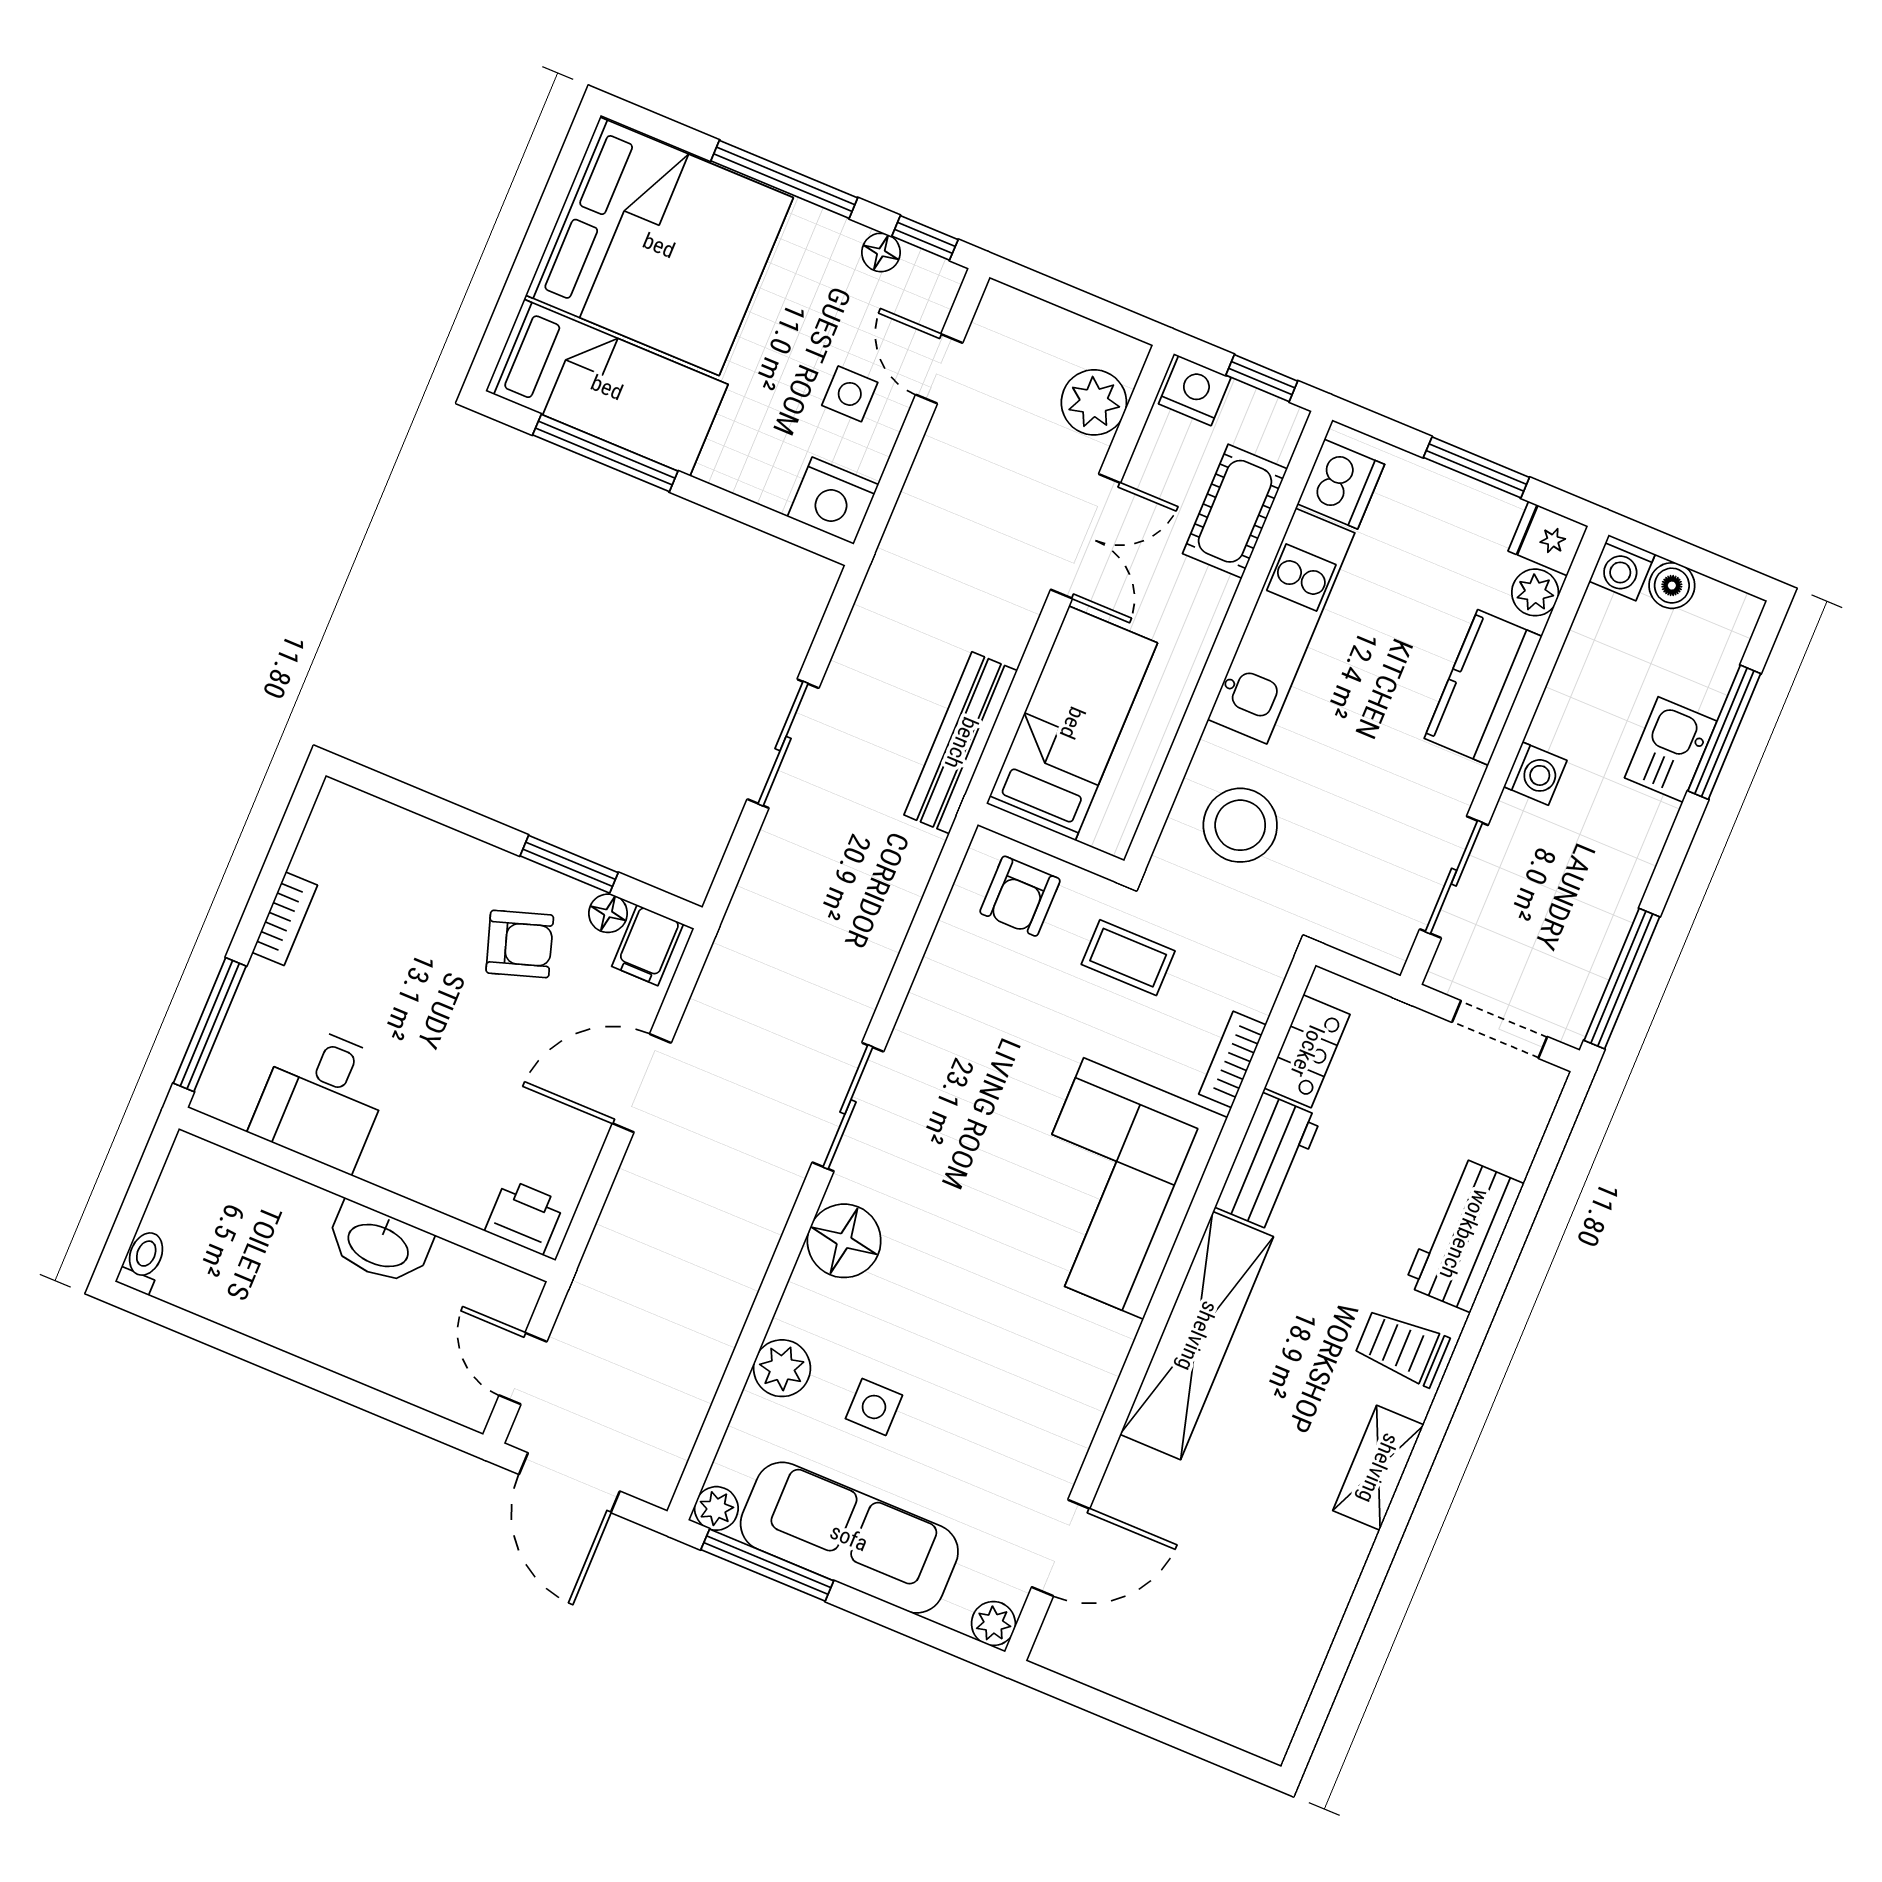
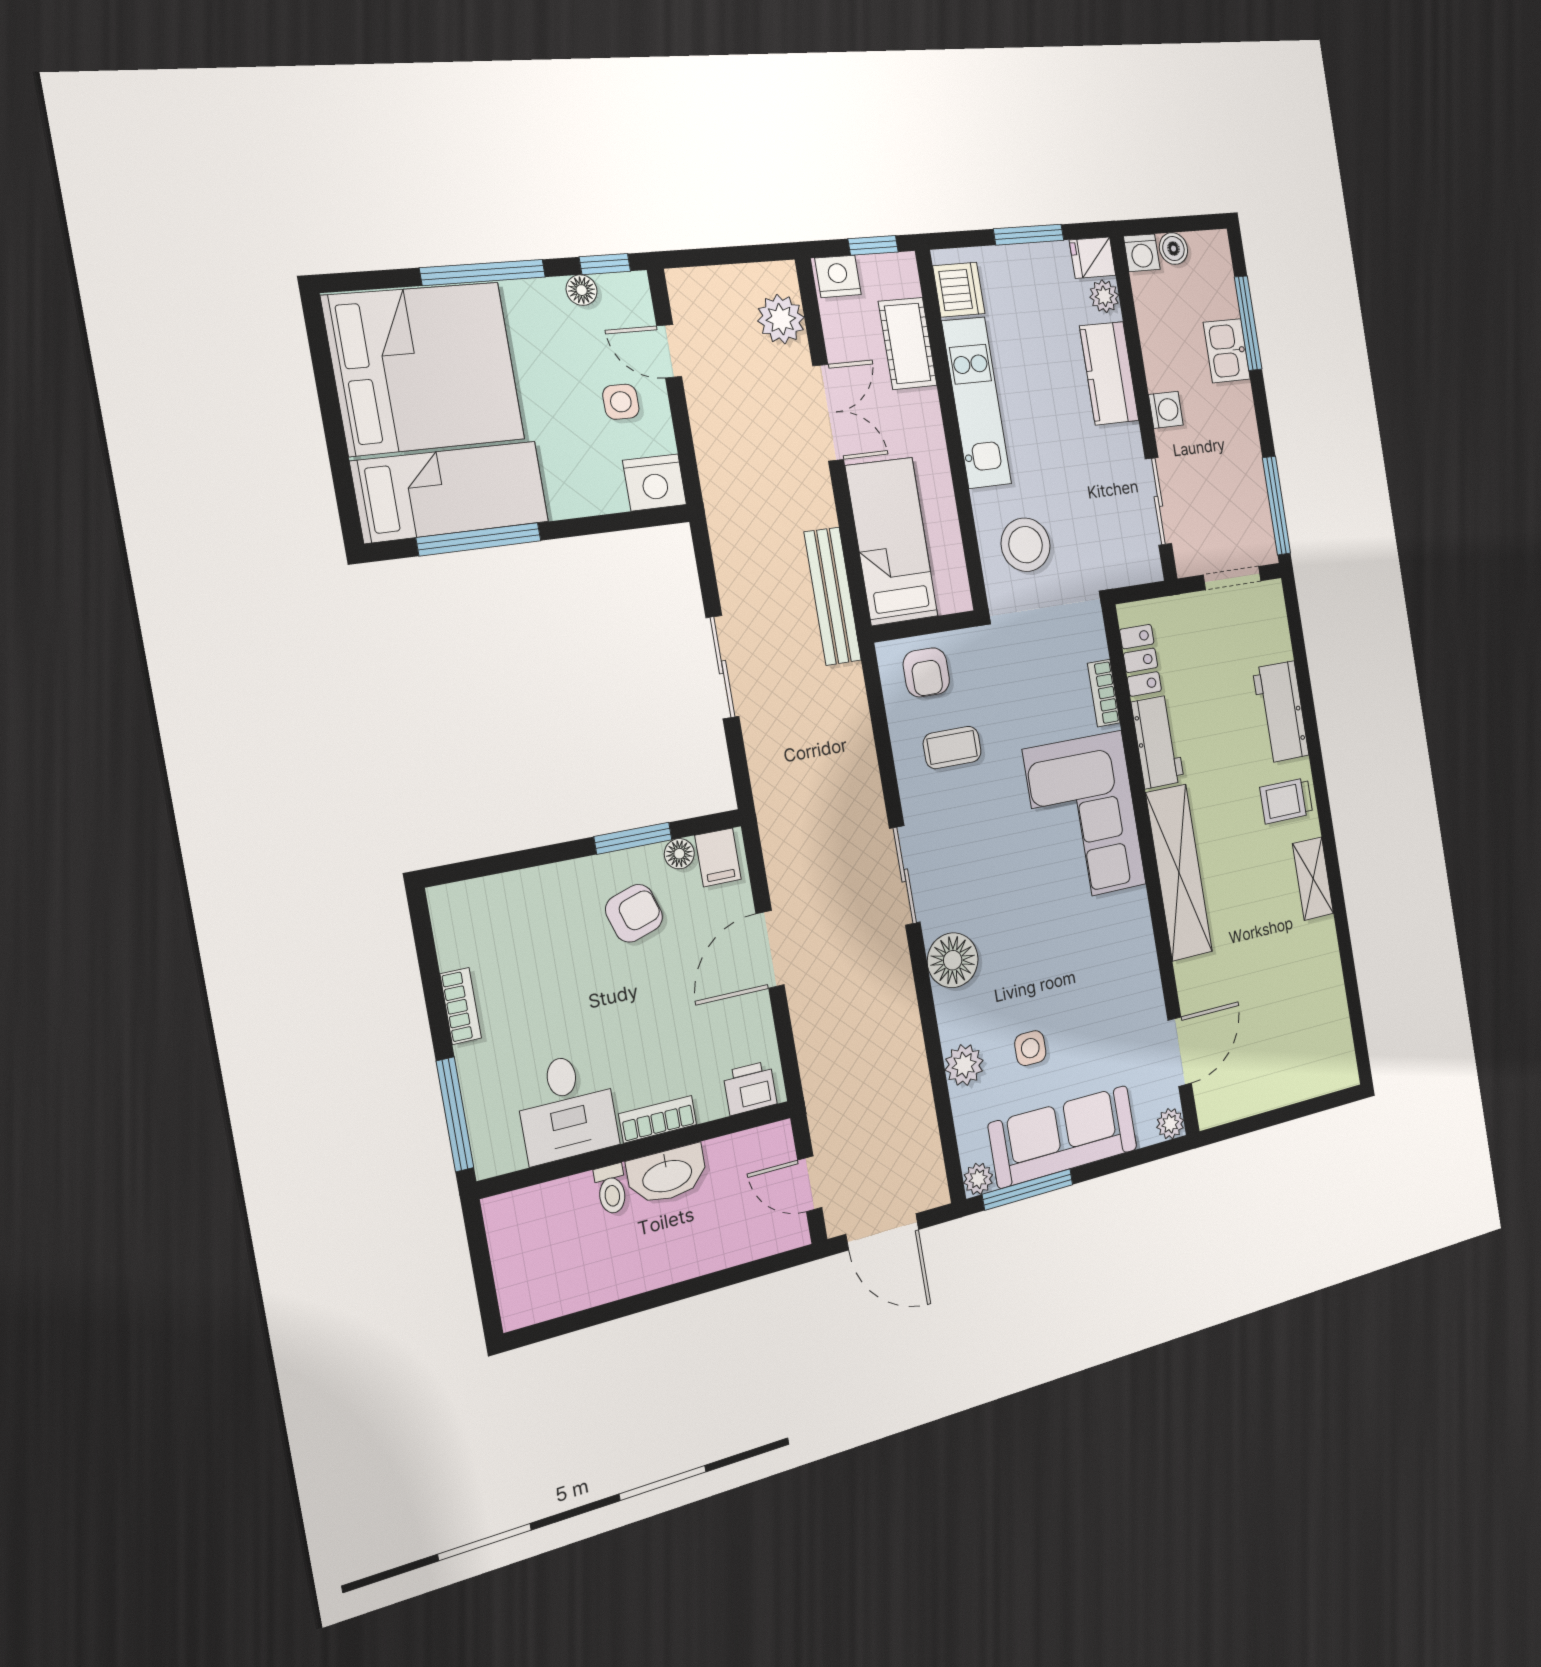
coffee table: (1128, 958) -> (952, 748), moved
bookcase: (406, 1178) -> (658, 1119), added
toilet: (143, 1261) -> (611, 1189), moved, turned 180

